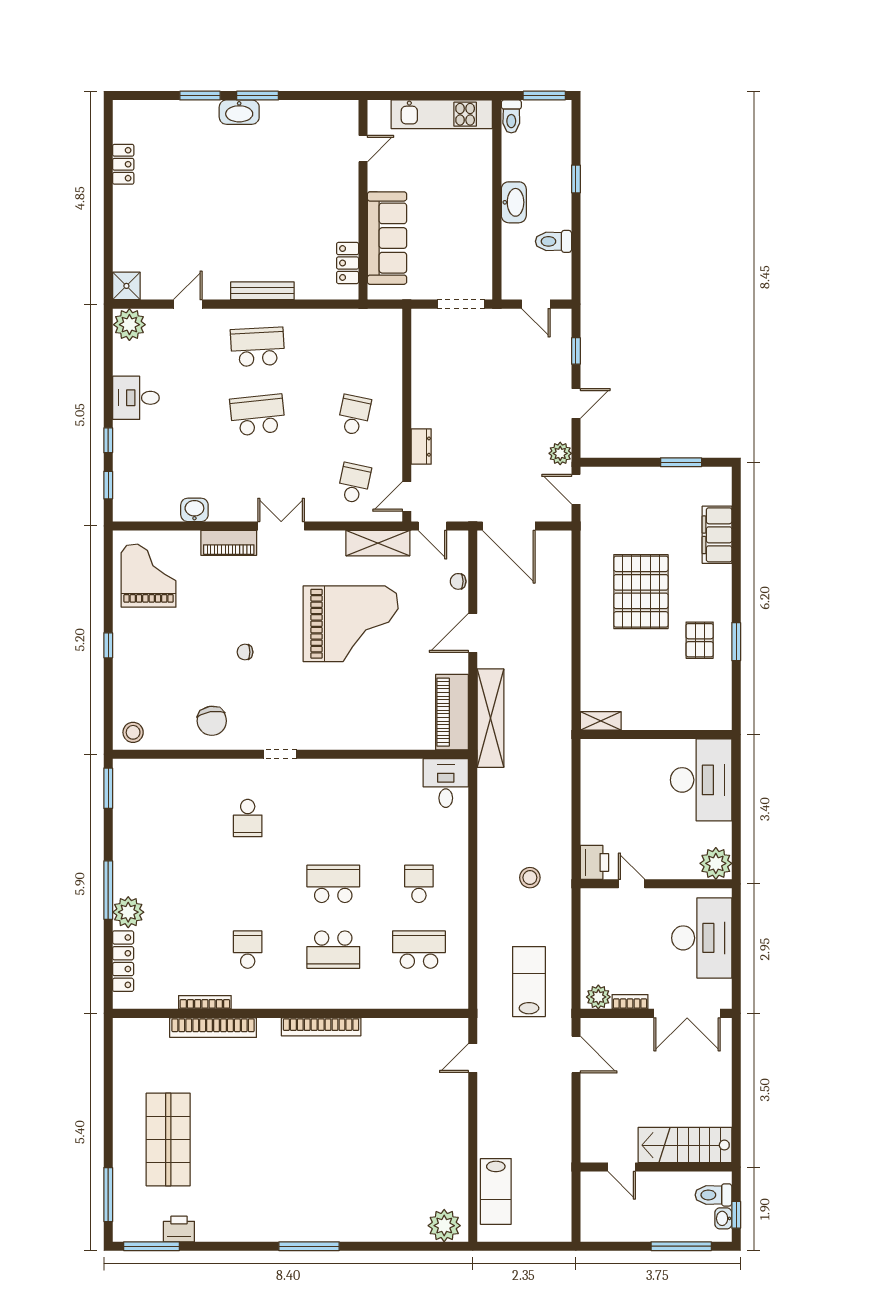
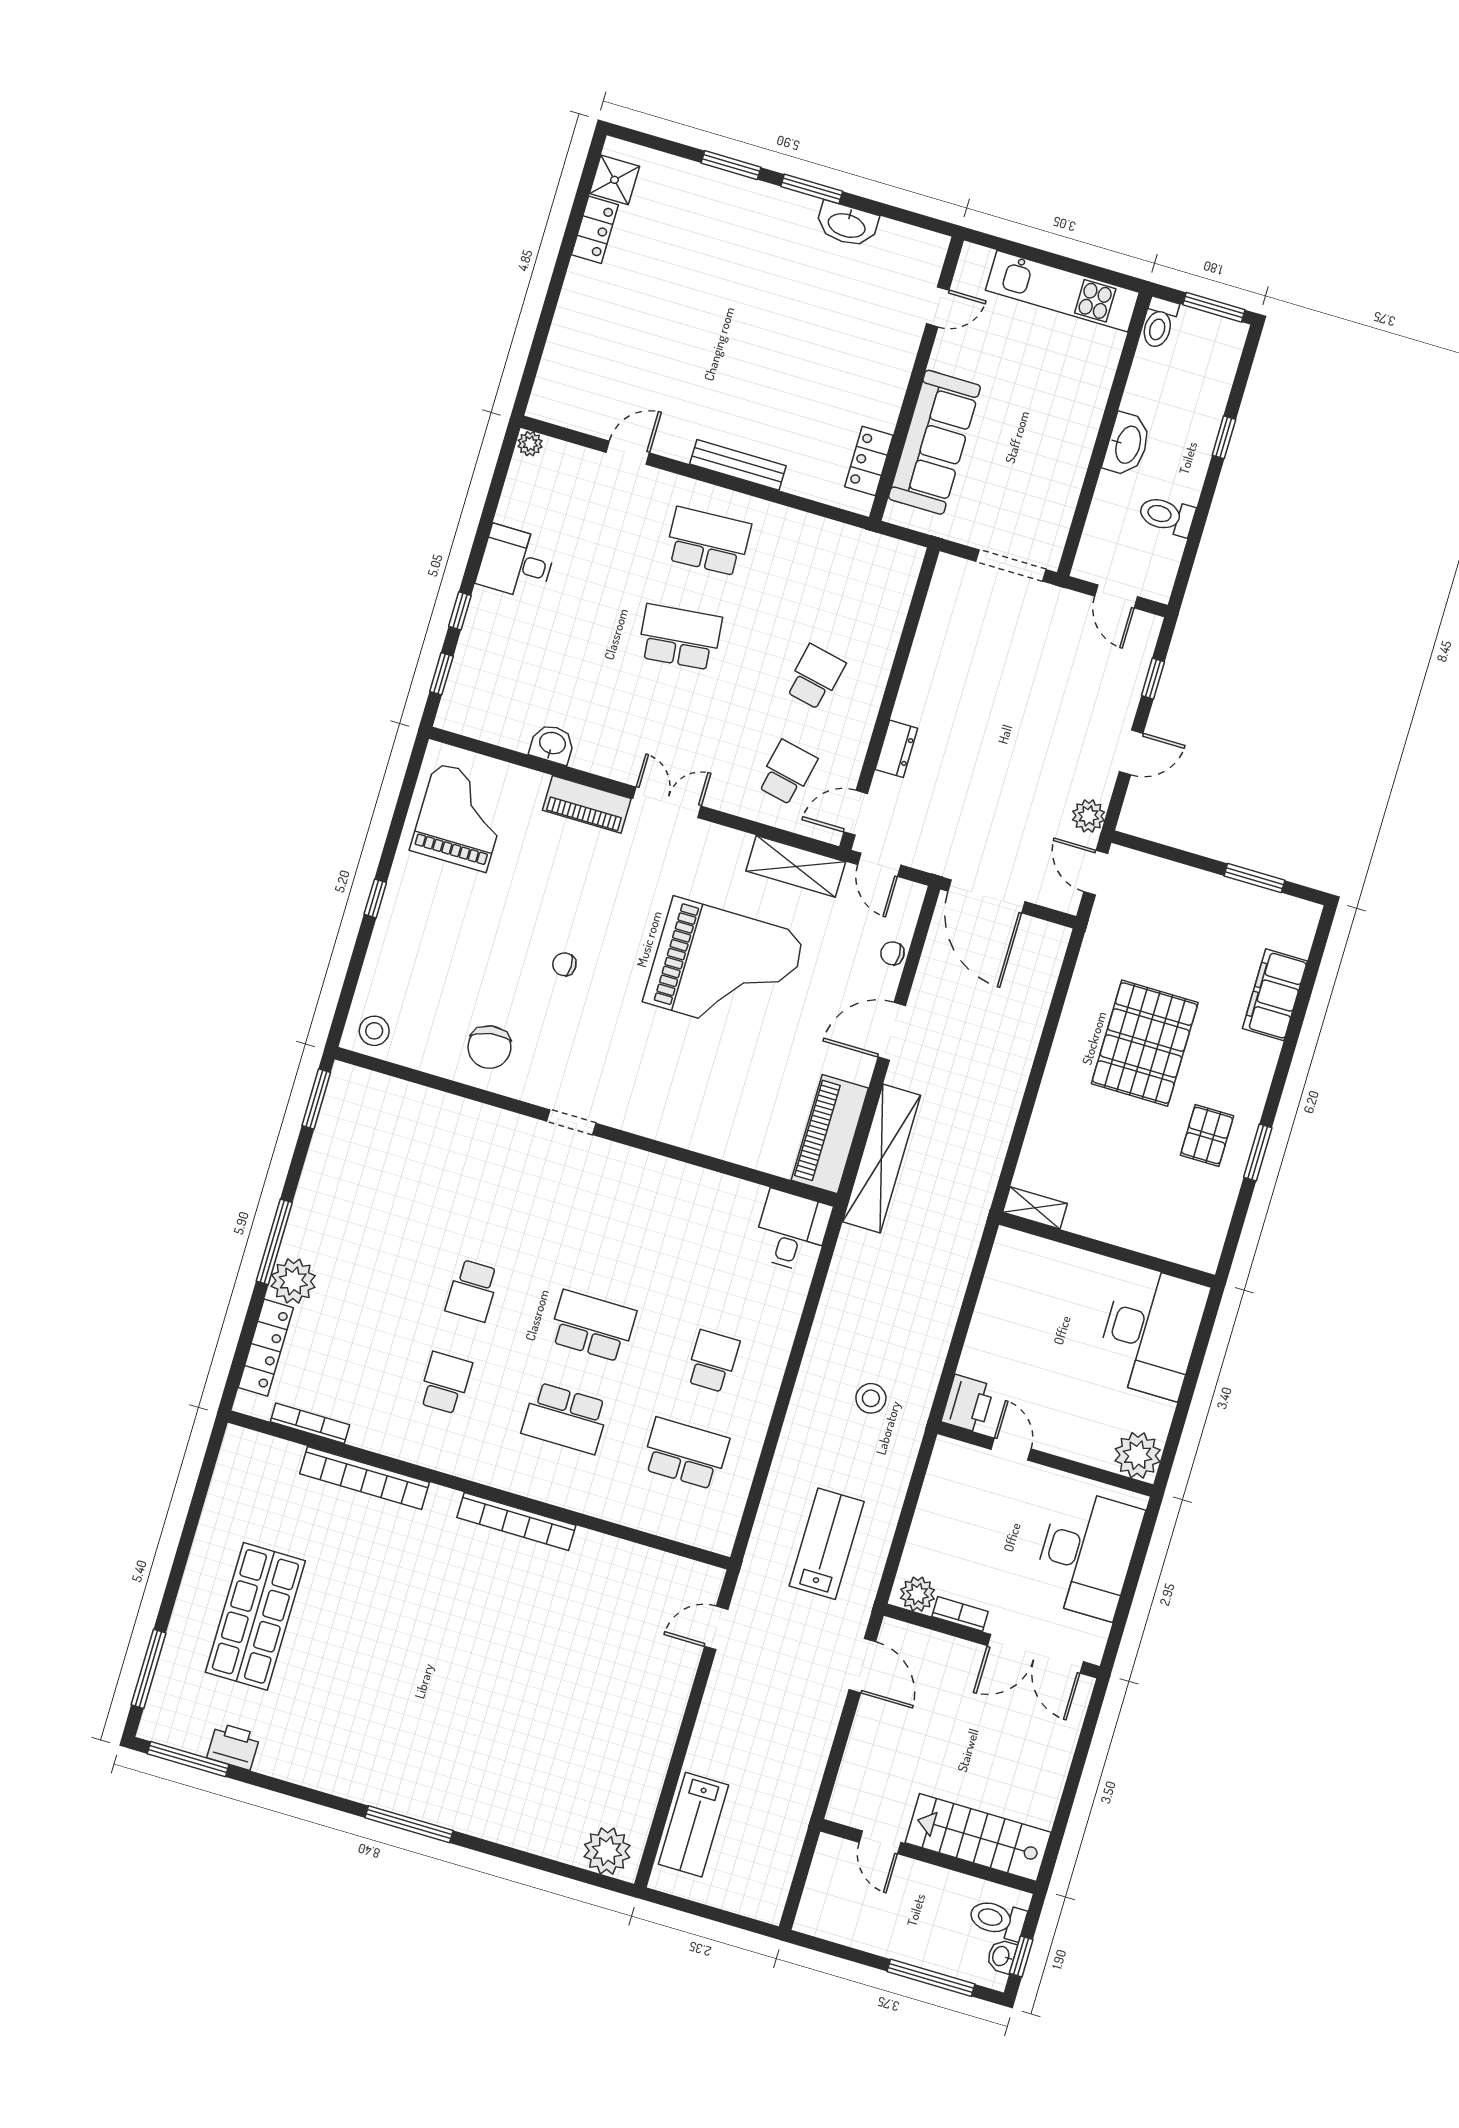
washbasin: (239, 112) -> (847, 225), moved
shower: (126, 286) -> (614, 180), moved
plant: (129, 325) -> (530, 444), width x0.53, depth x0.53
school desk: (248, 818) -> (472, 1291), moved
bookcase: (205, 1002) -> (310, 1423), moved

